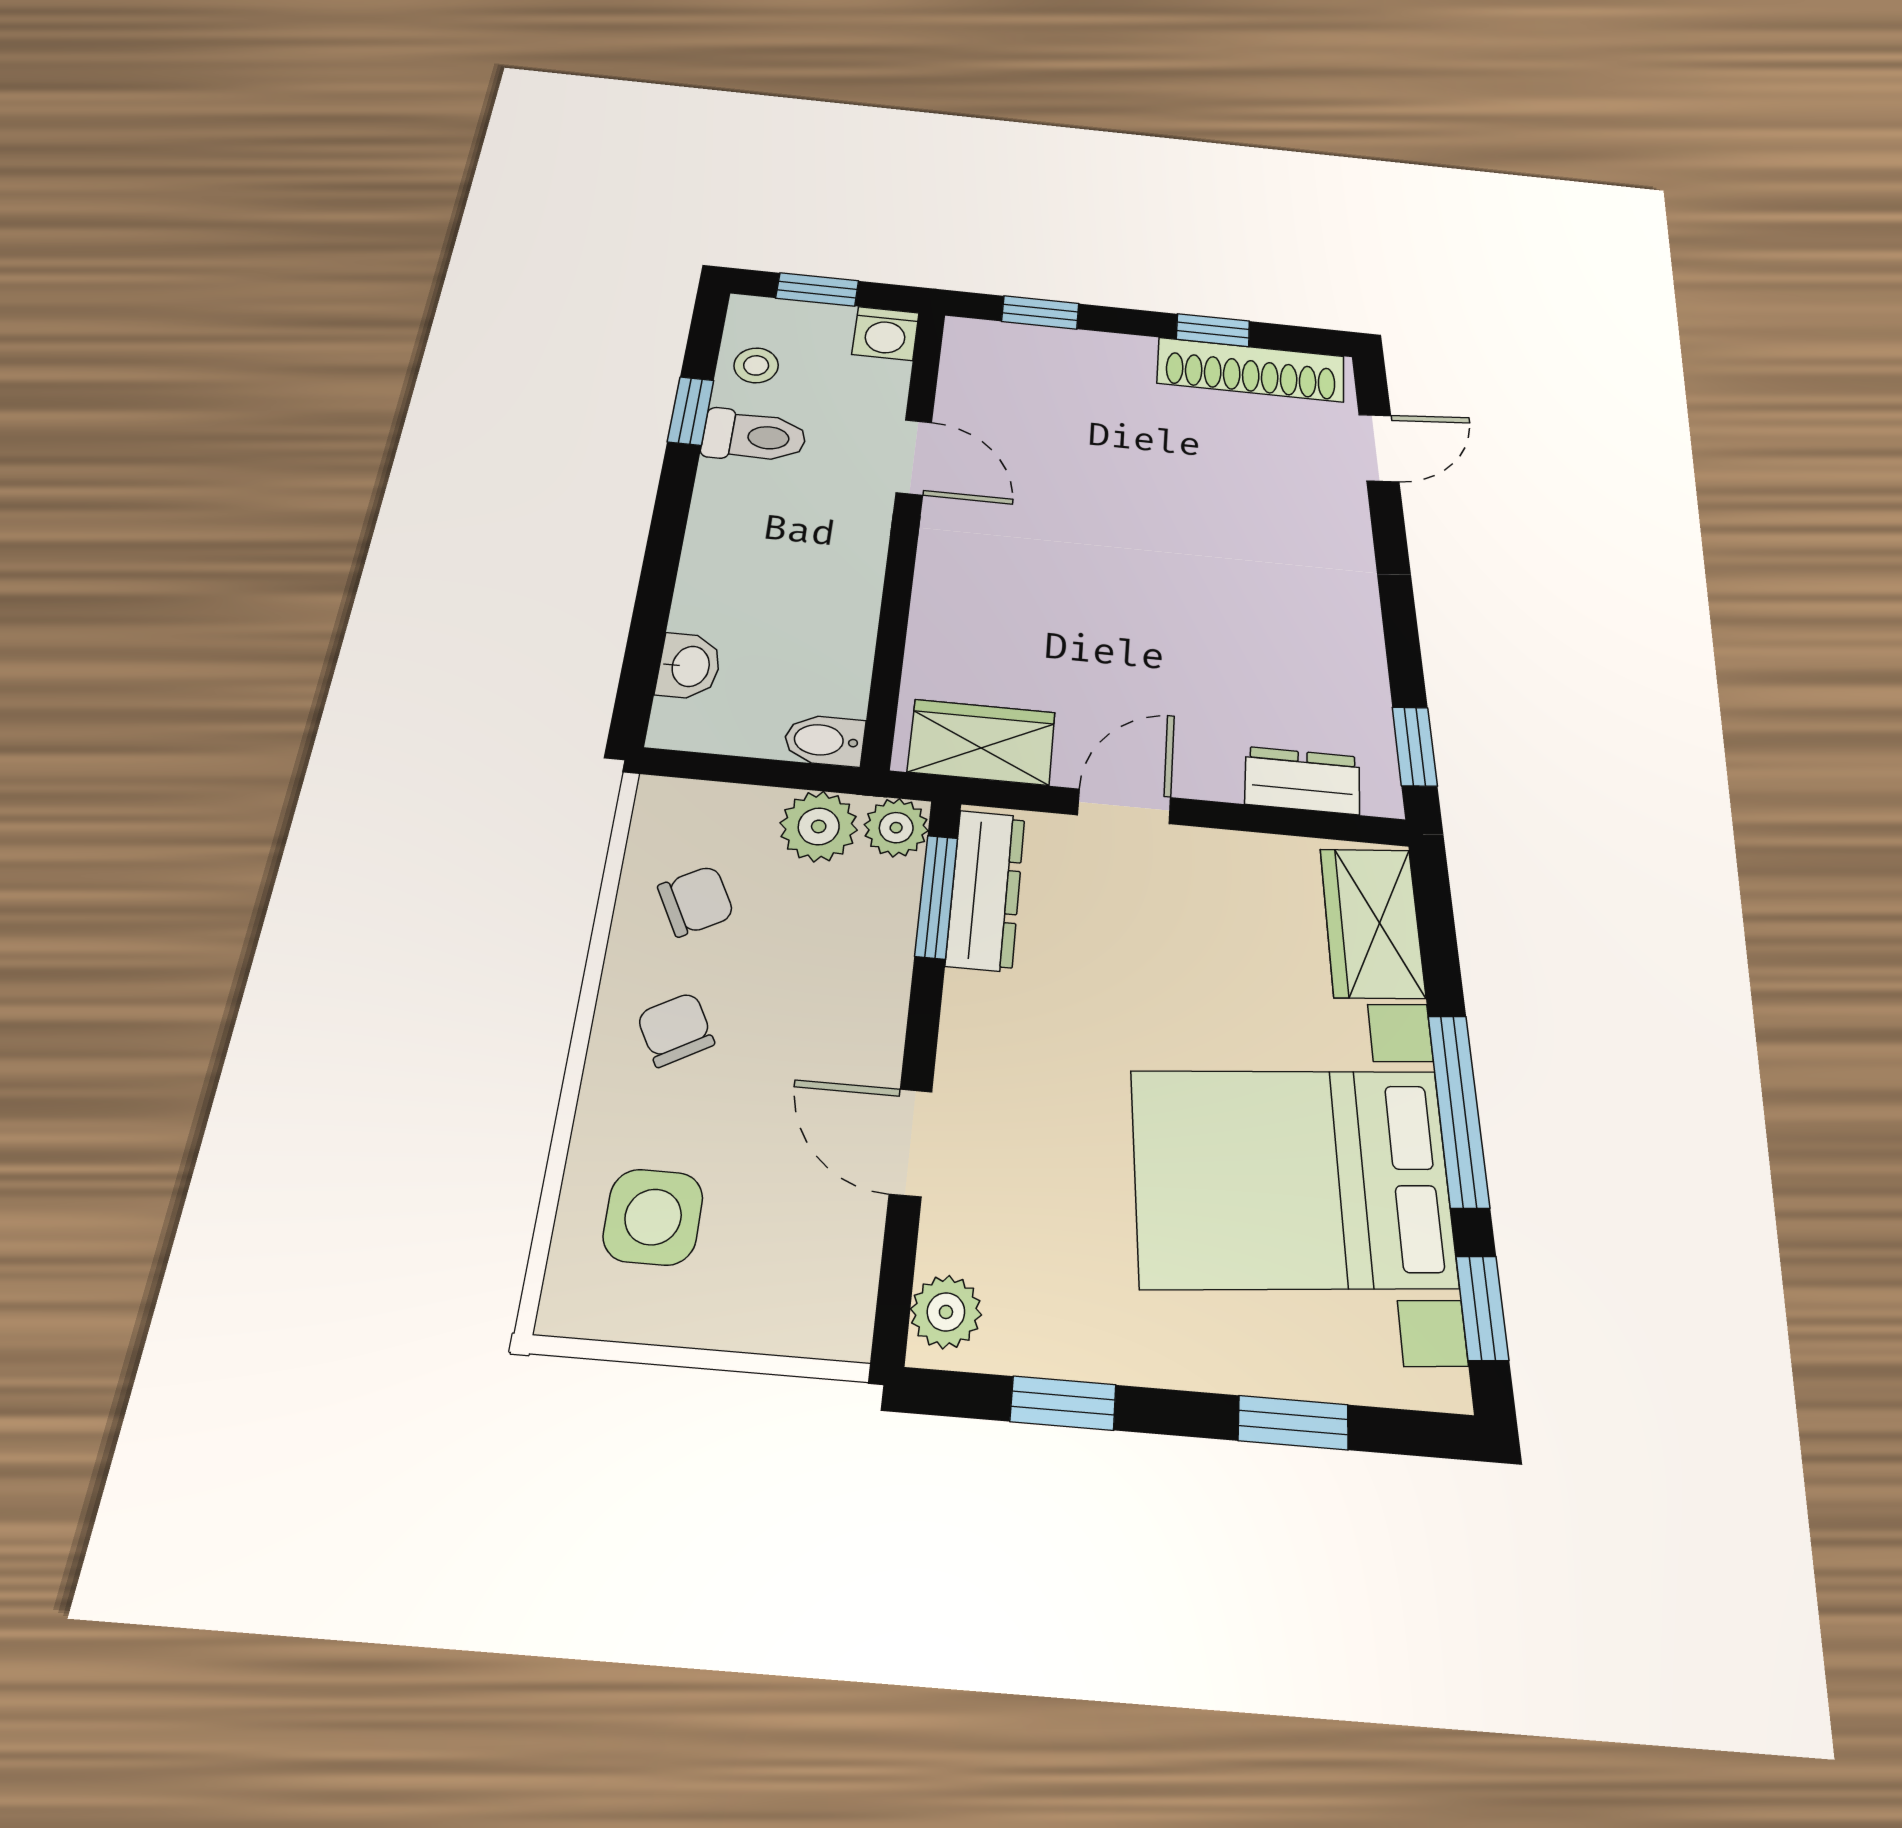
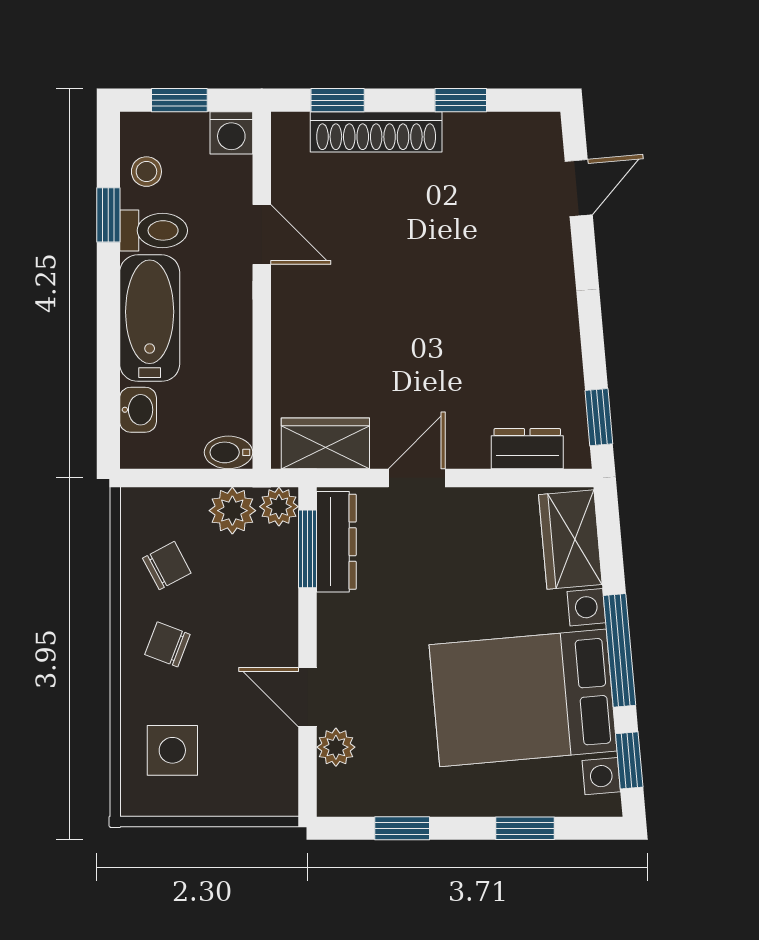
shoe rack: (1251, 370) -> (376, 132), moved
bathtub: (729, 545) -> (150, 318), added
chair: (676, 1029) -> (167, 644), turned -40
plant: (946, 1312) -> (336, 747), moved

